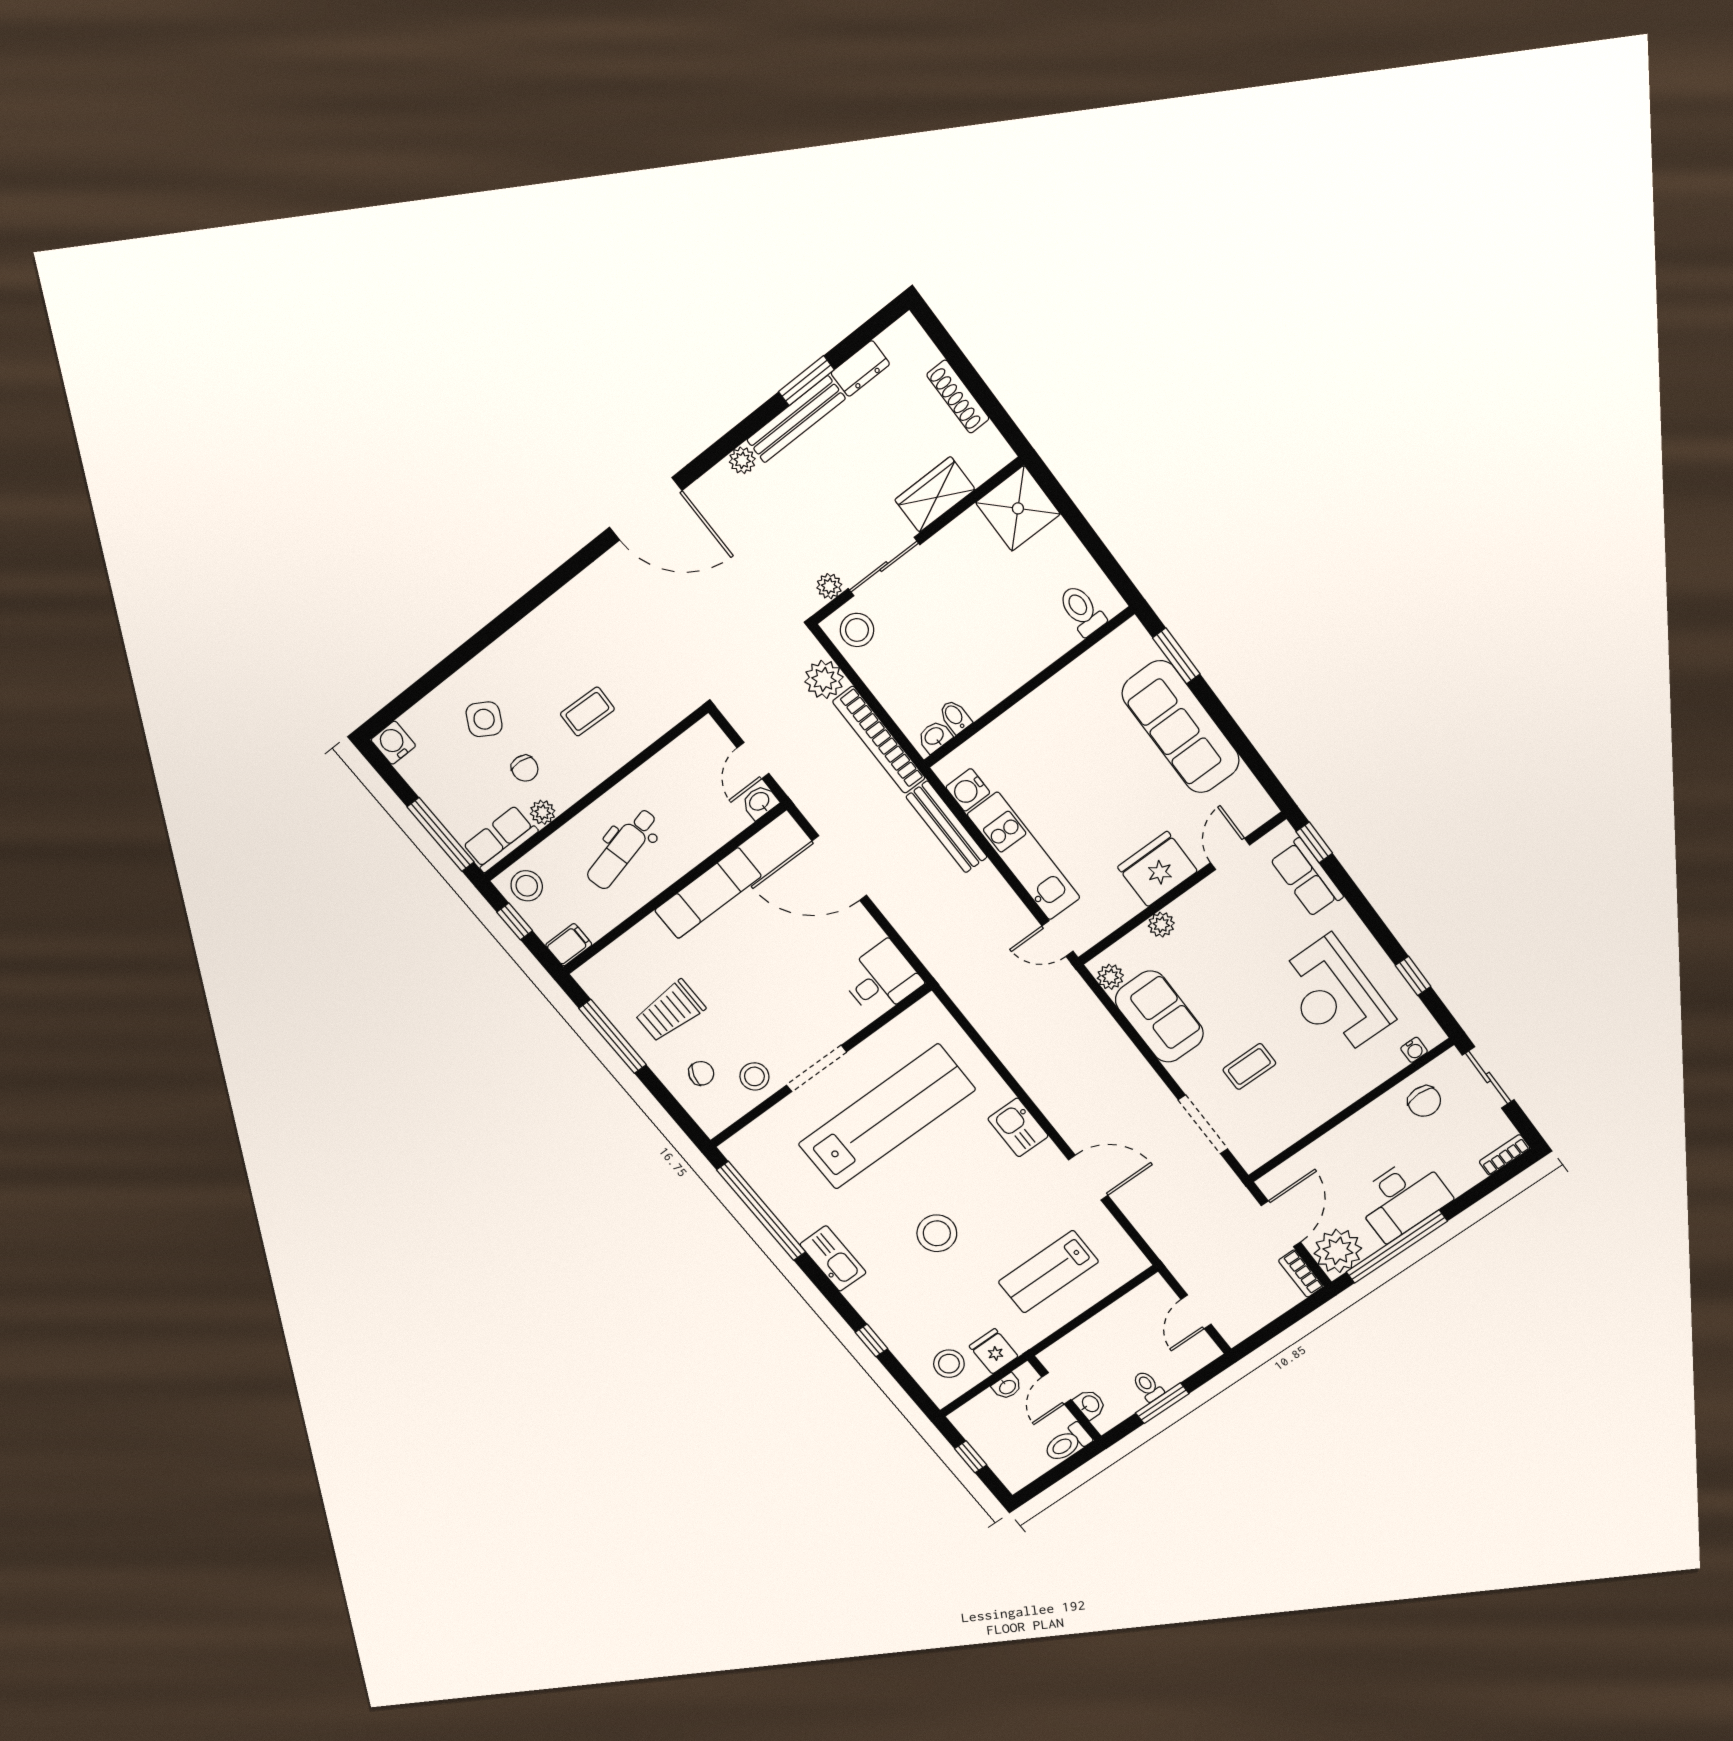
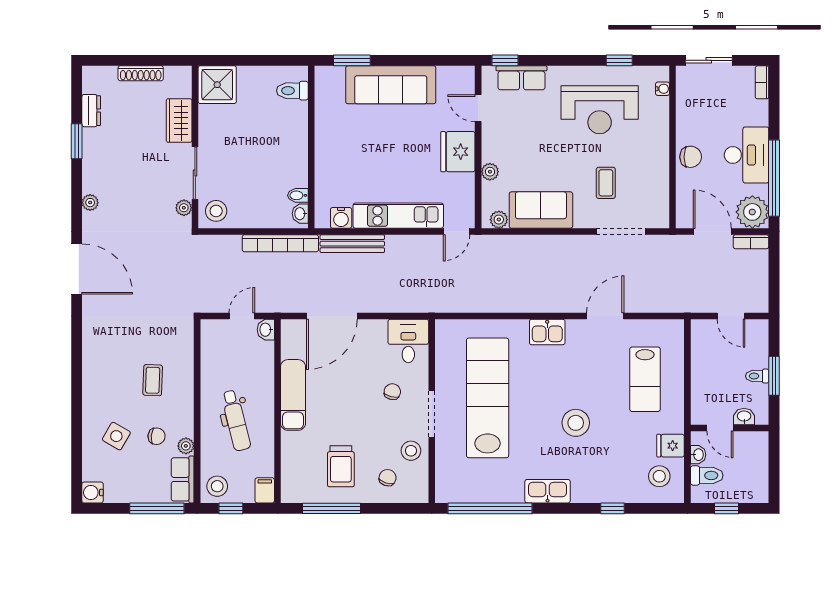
bench: (796, 419) -> (91, 161), removed
door: (646, 509) -> (77, 269), hinge flipped
plant: (824, 679) -> (228, 247), removed
door: (753, 761) -> (242, 316), swing flipped
chair: (806, 1005) -> (392, 392), added
chair: (1424, 1101) -> (691, 157), moved
toilet: (1067, 1443) -> (707, 475), moved, turned -90

